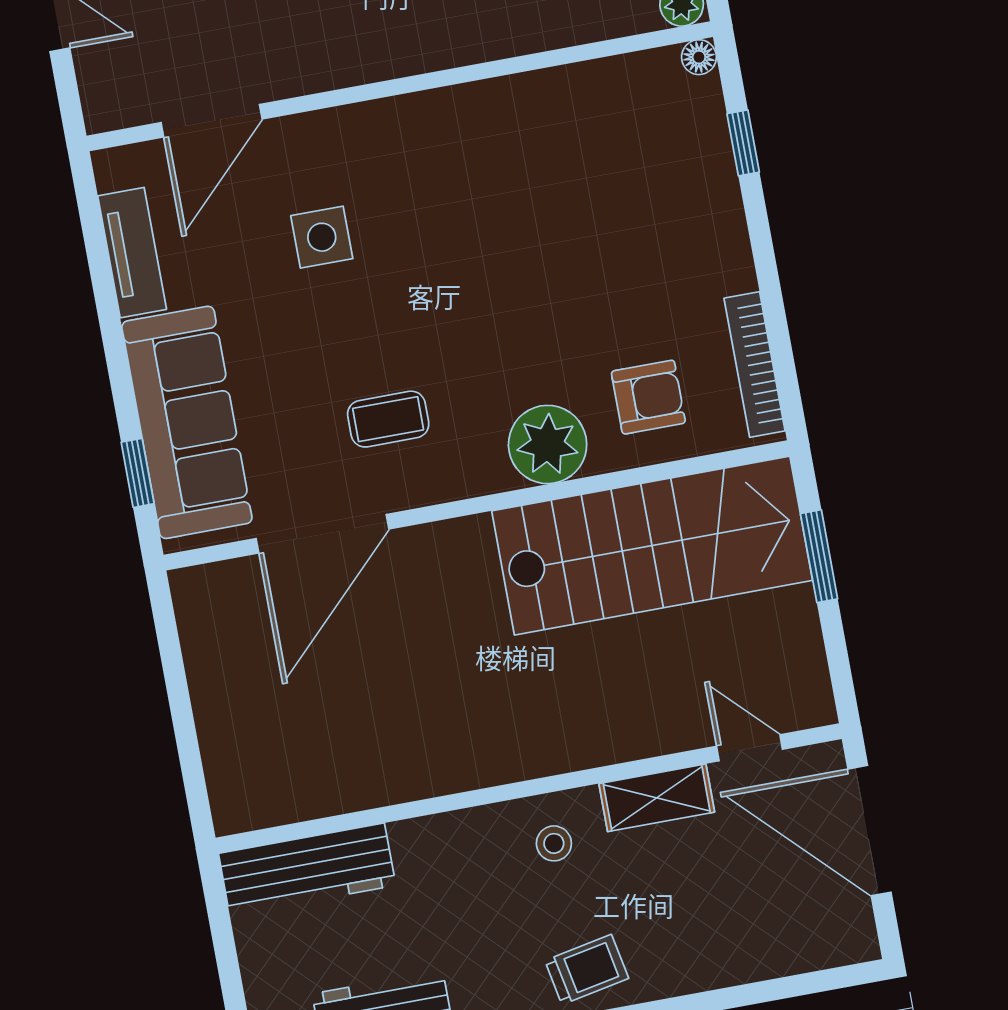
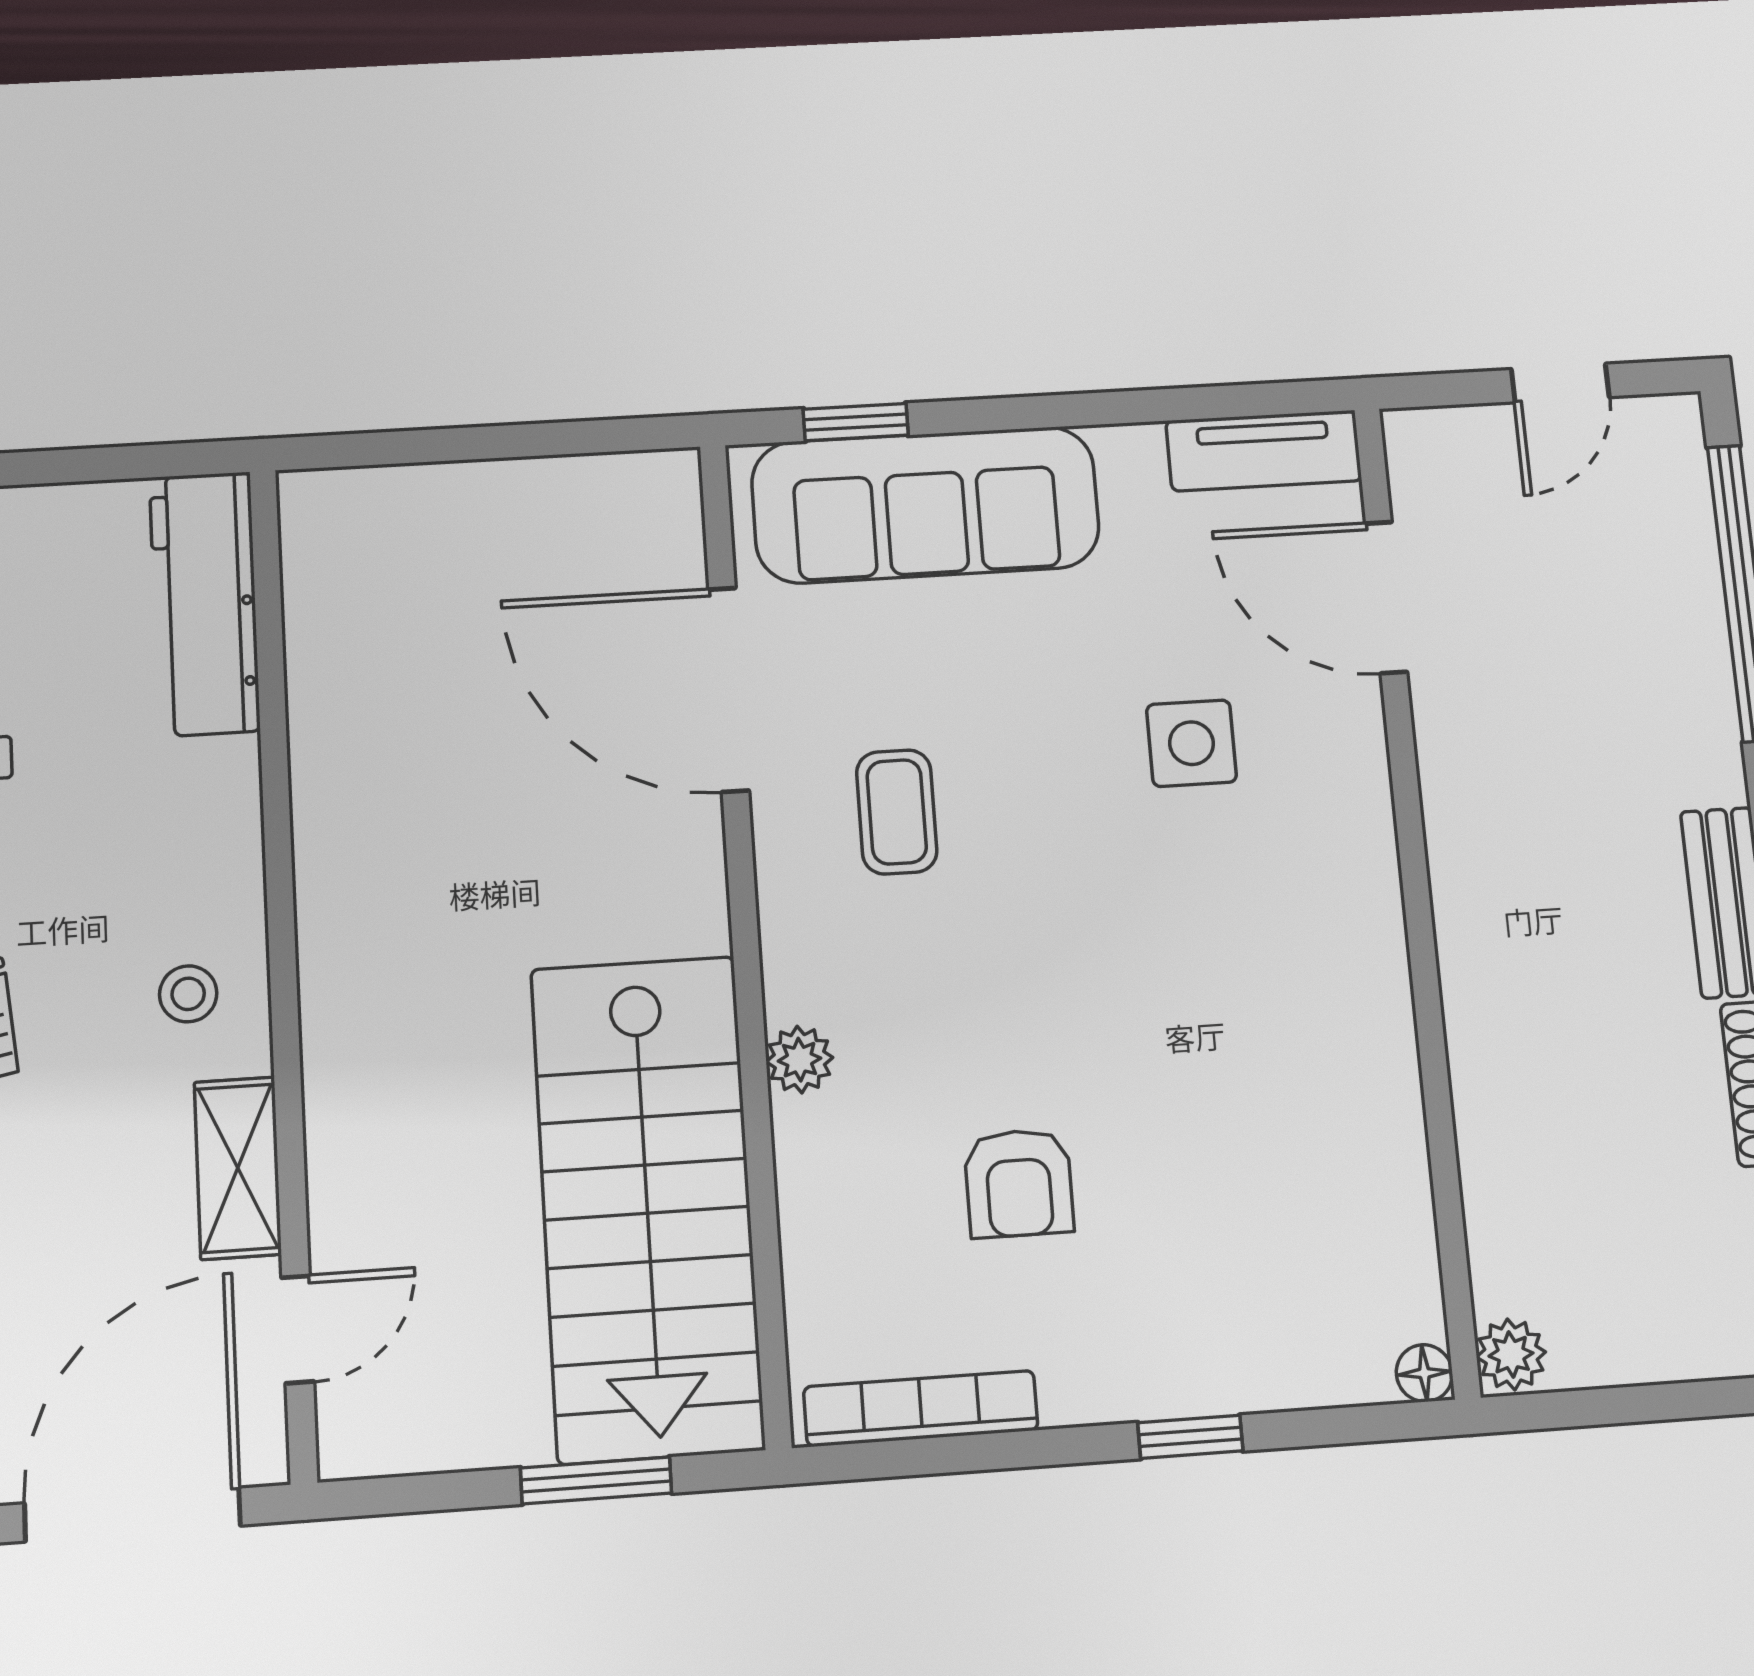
window: (743, 143) -> (1190, 1437), moved
tv unit: (132, 253) -> (1264, 451), moved
armchair: (648, 397) -> (1019, 1183), moved
plant: (548, 444) -> (799, 1060), width x0.53, depth x0.53

